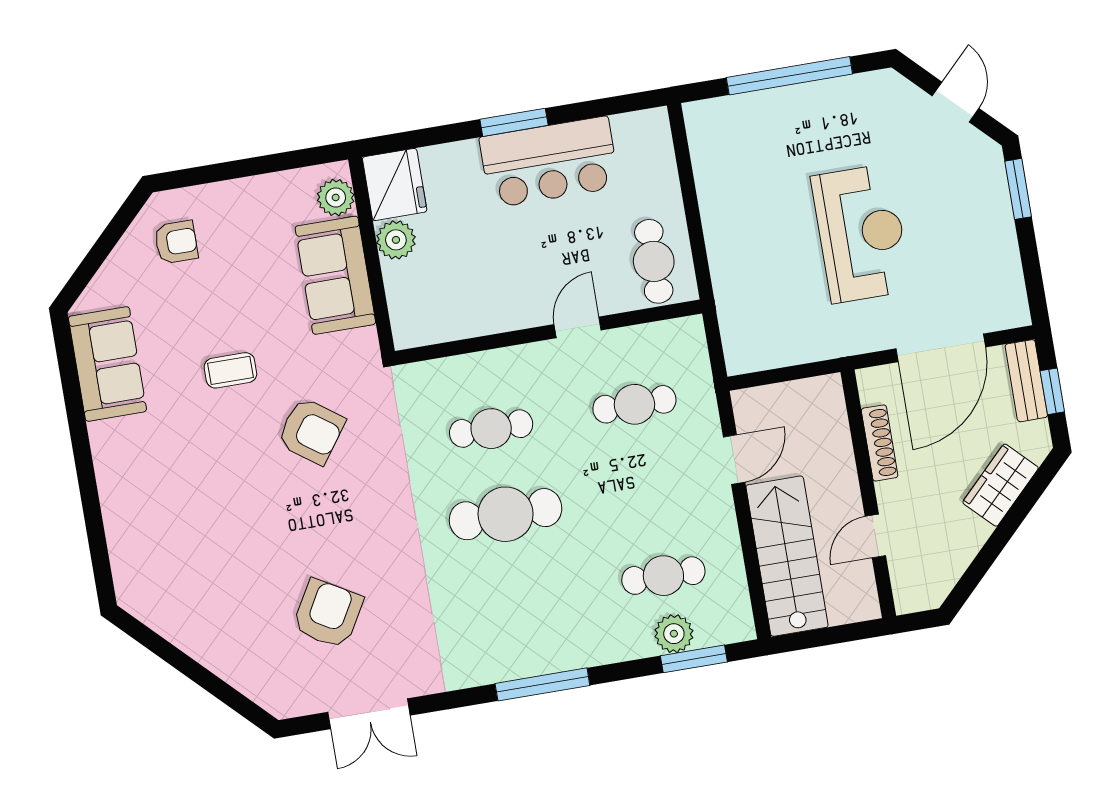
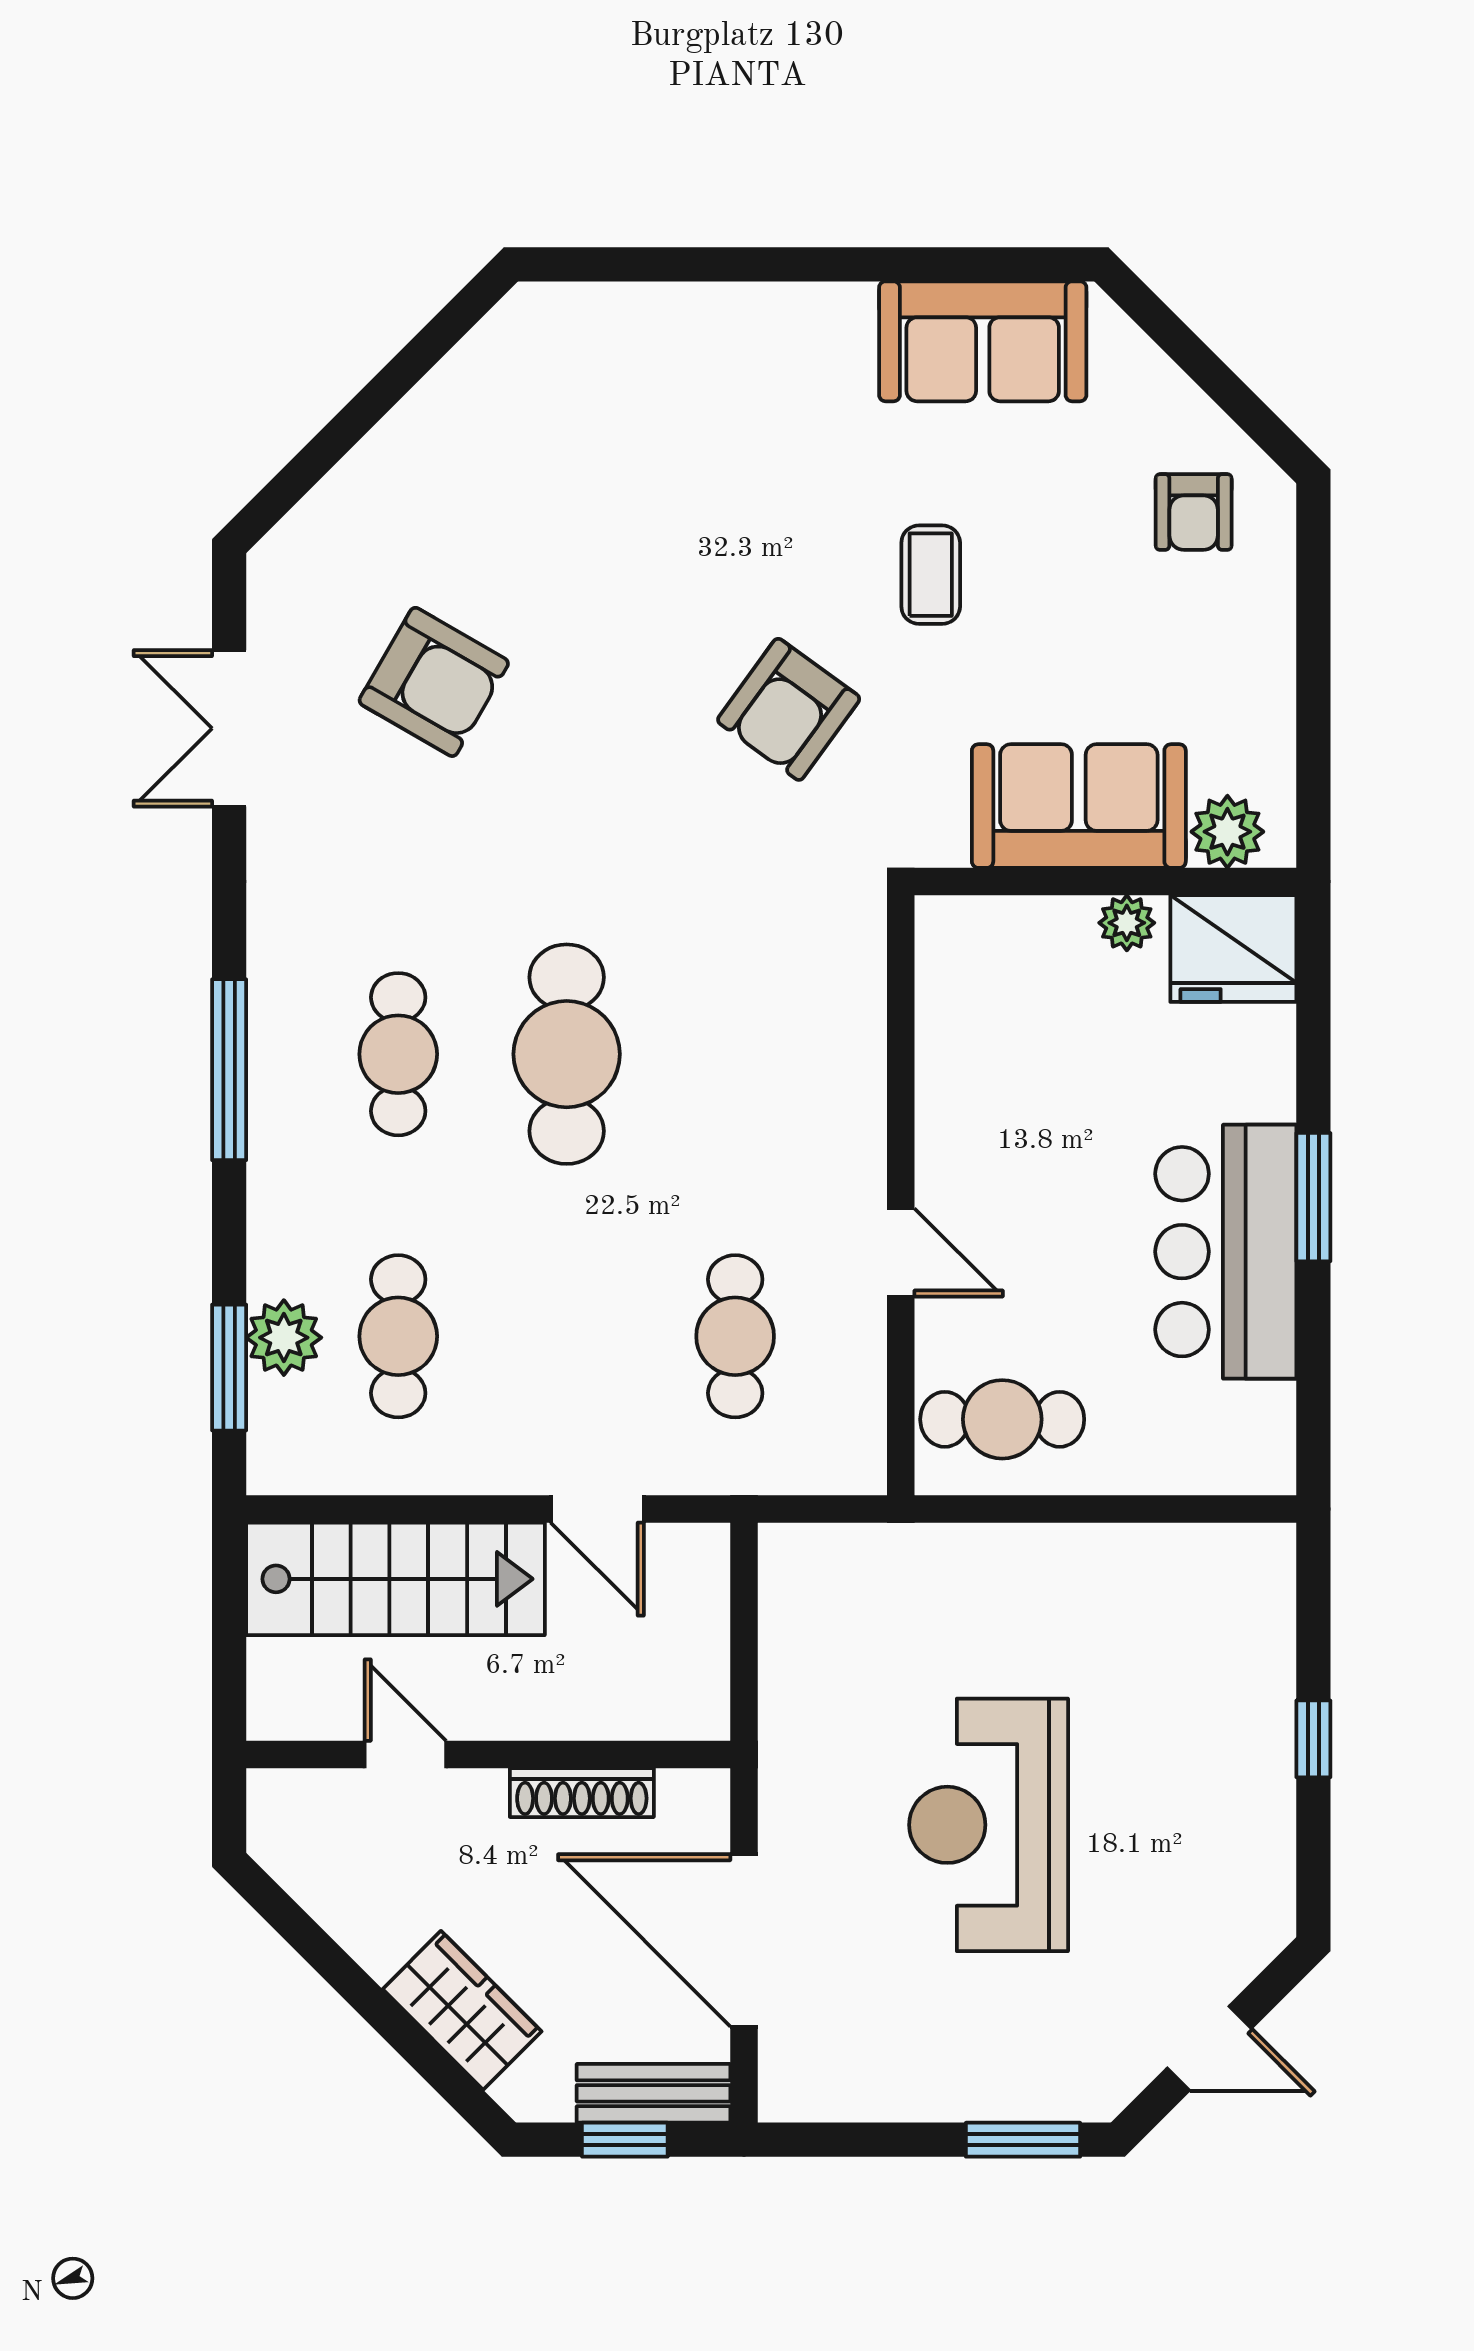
window: (789, 76) -> (1313, 1739), width x0.32
reception desk: (861, 233) -> (989, 1825), turned 90
plant: (396, 240) -> (1127, 923), width x0.73, depth x0.73
cafe table: (491, 429) -> (398, 1054), moved

